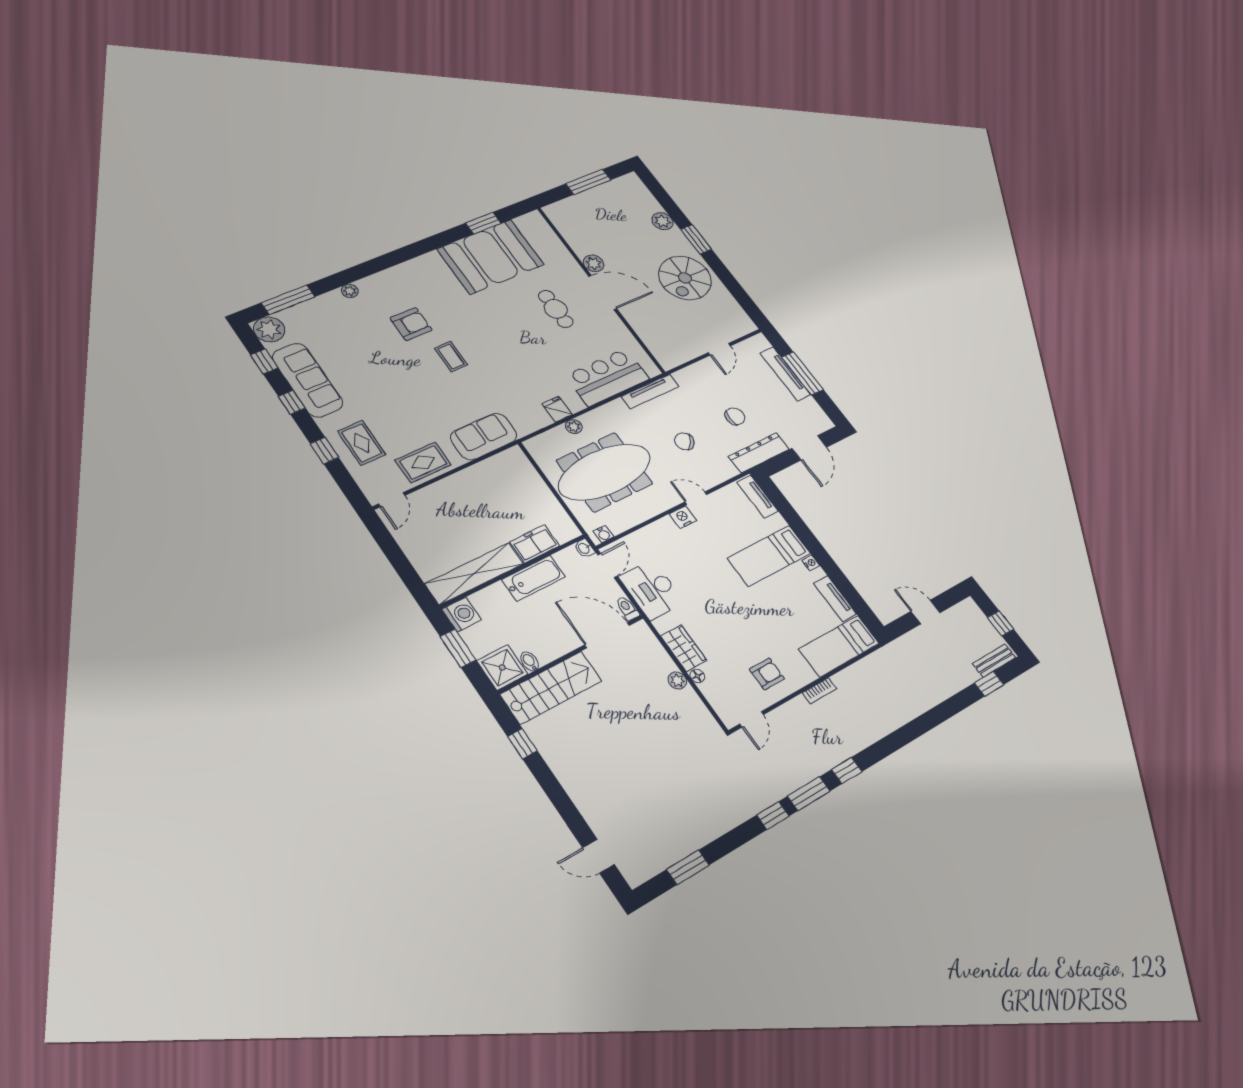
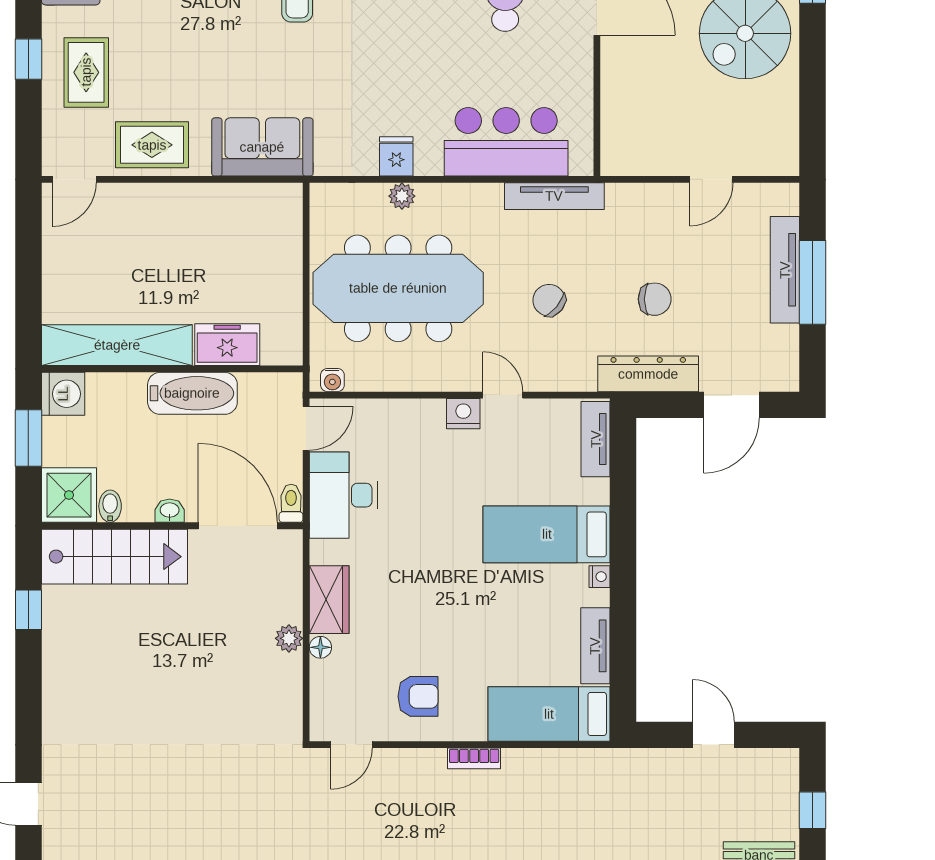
washbasin: (584, 548) -> (170, 511), moved, turned 90

